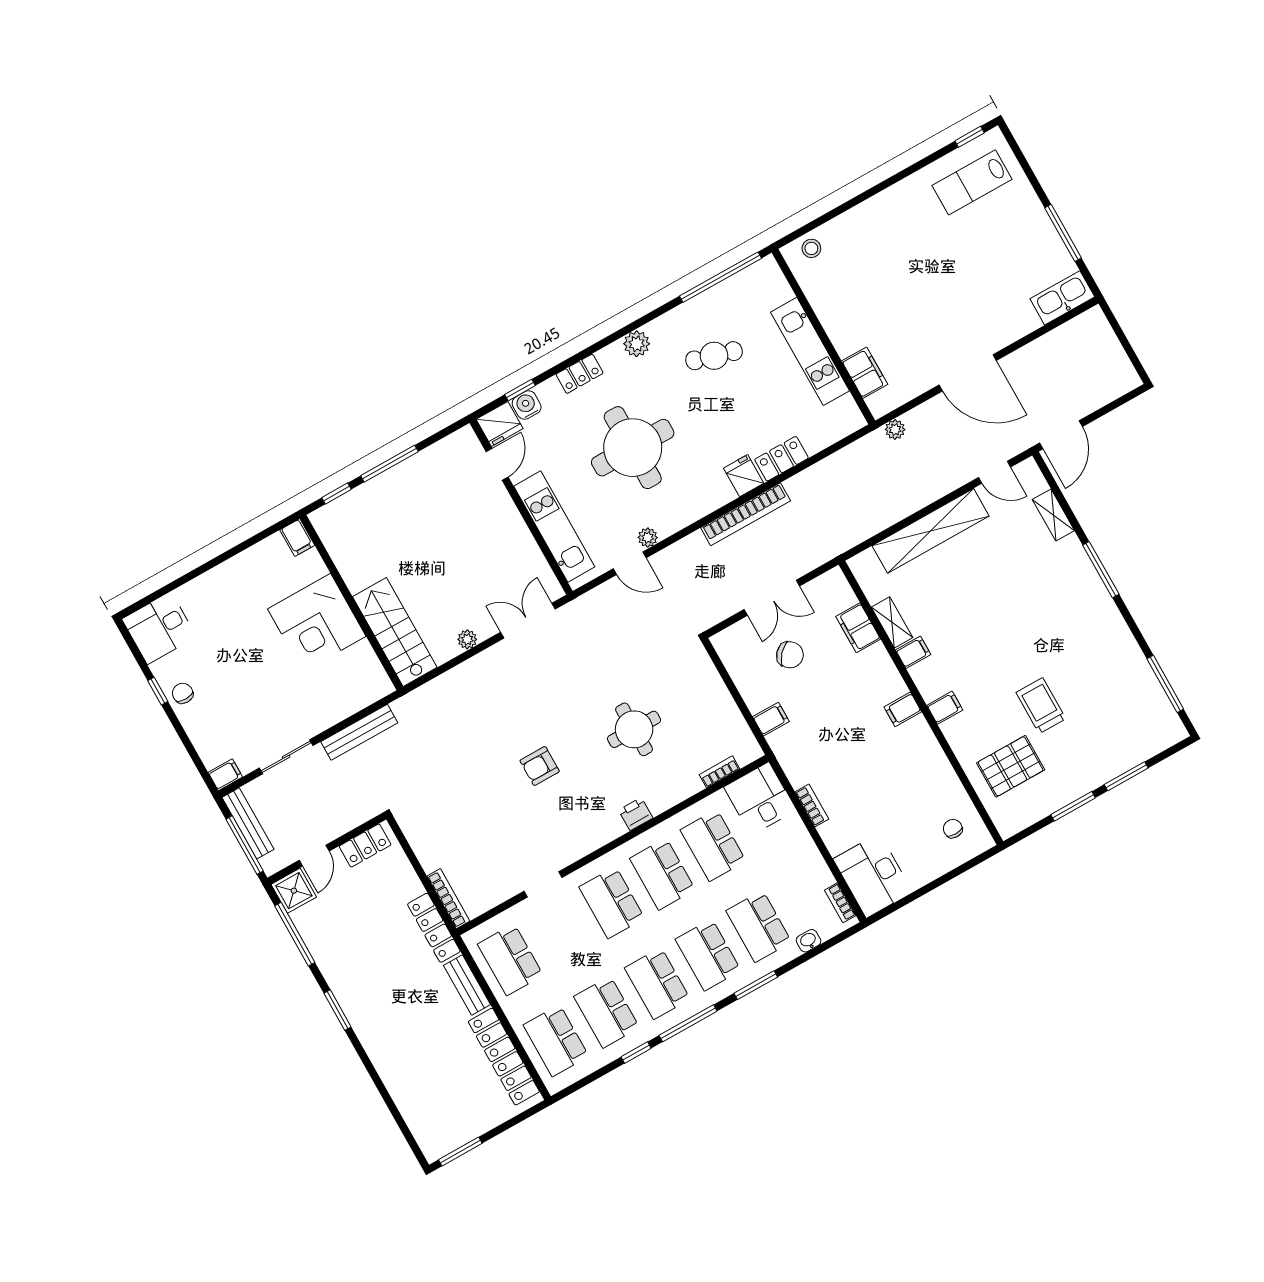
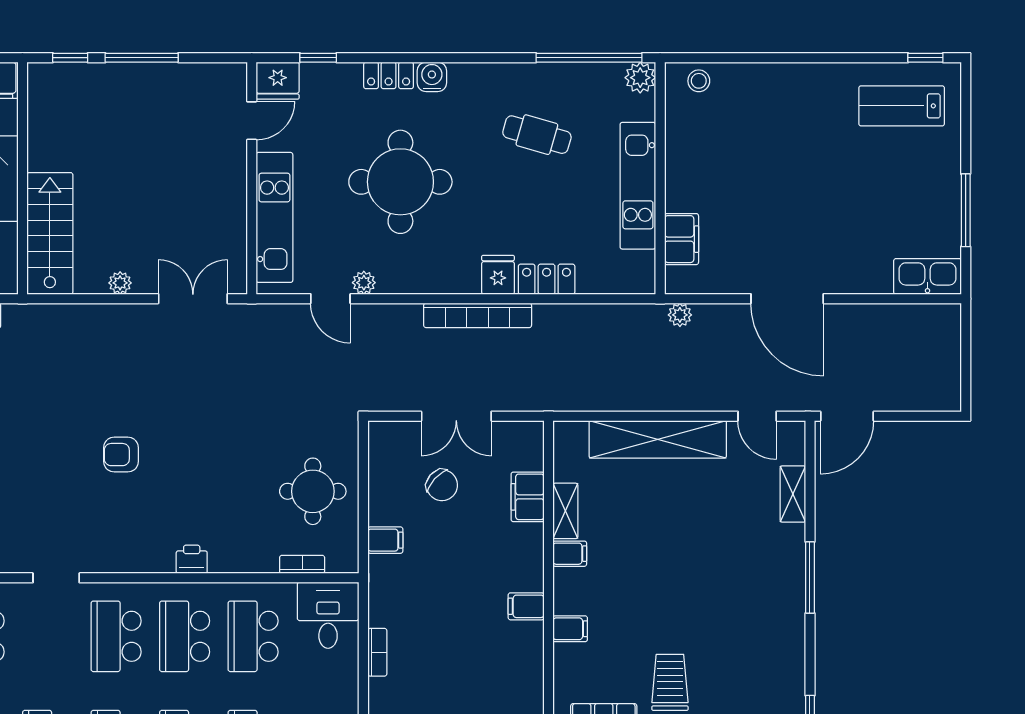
plant: (637, 344) -> (640, 78), moved
water cooler: (527, 405) -> (432, 77), moved
round table: (634, 729) -> (313, 491), moved

